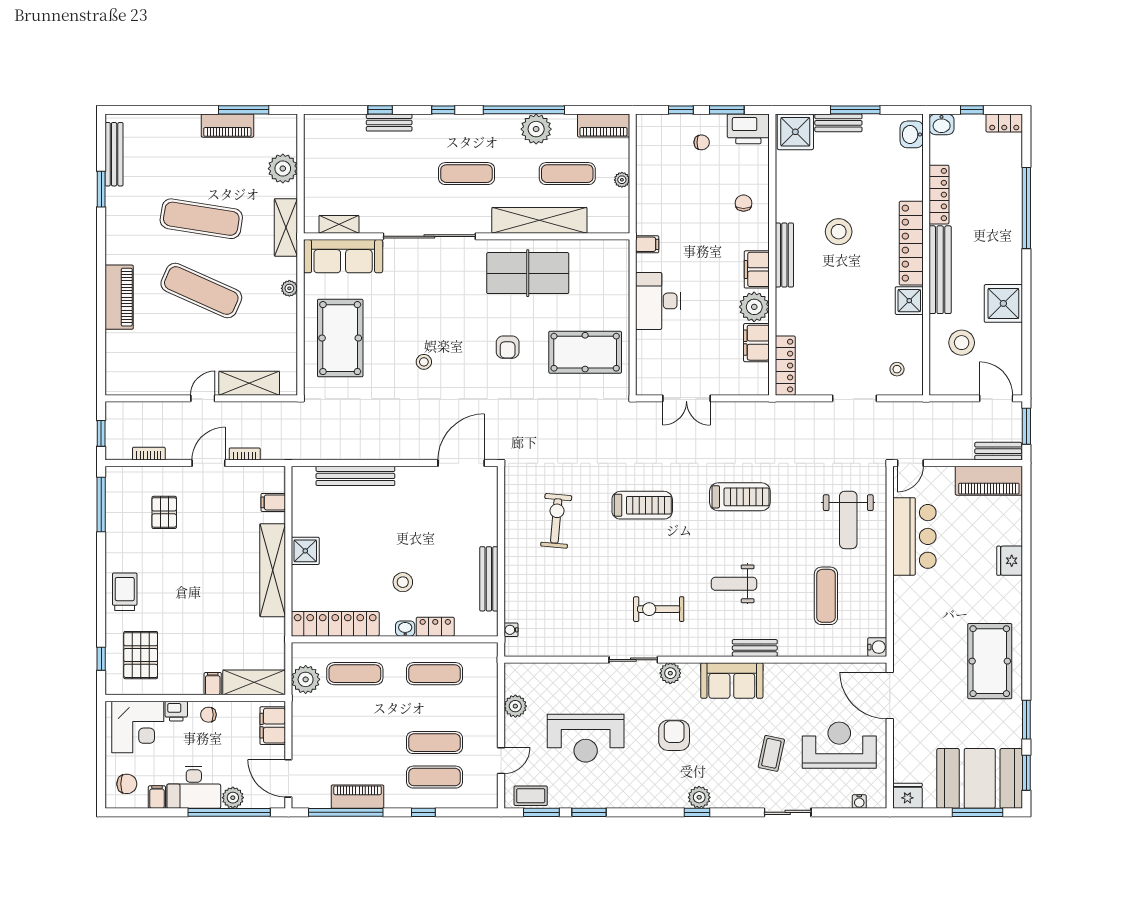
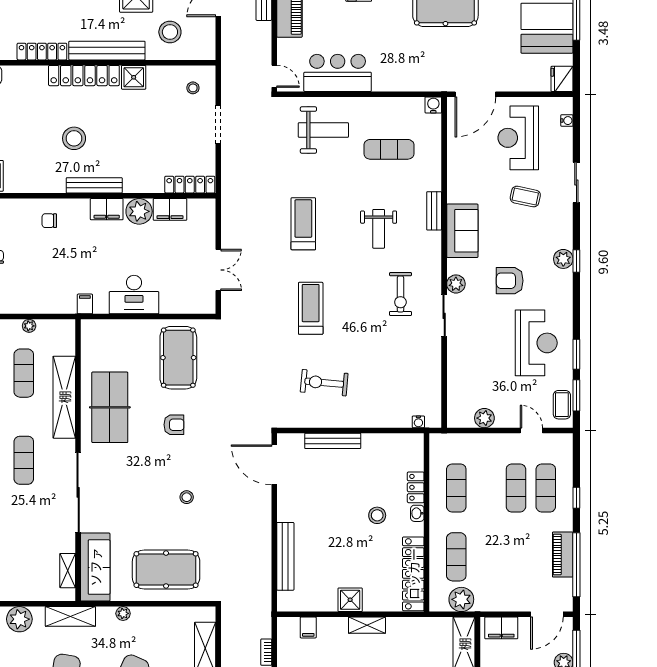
shelving: (273, 570) -> (367, 625), width x0.45, depth x0.75
bench: (489, 579) -> (333, 441), moved
reception desk: (586, 738) -> (536, 343), moved

